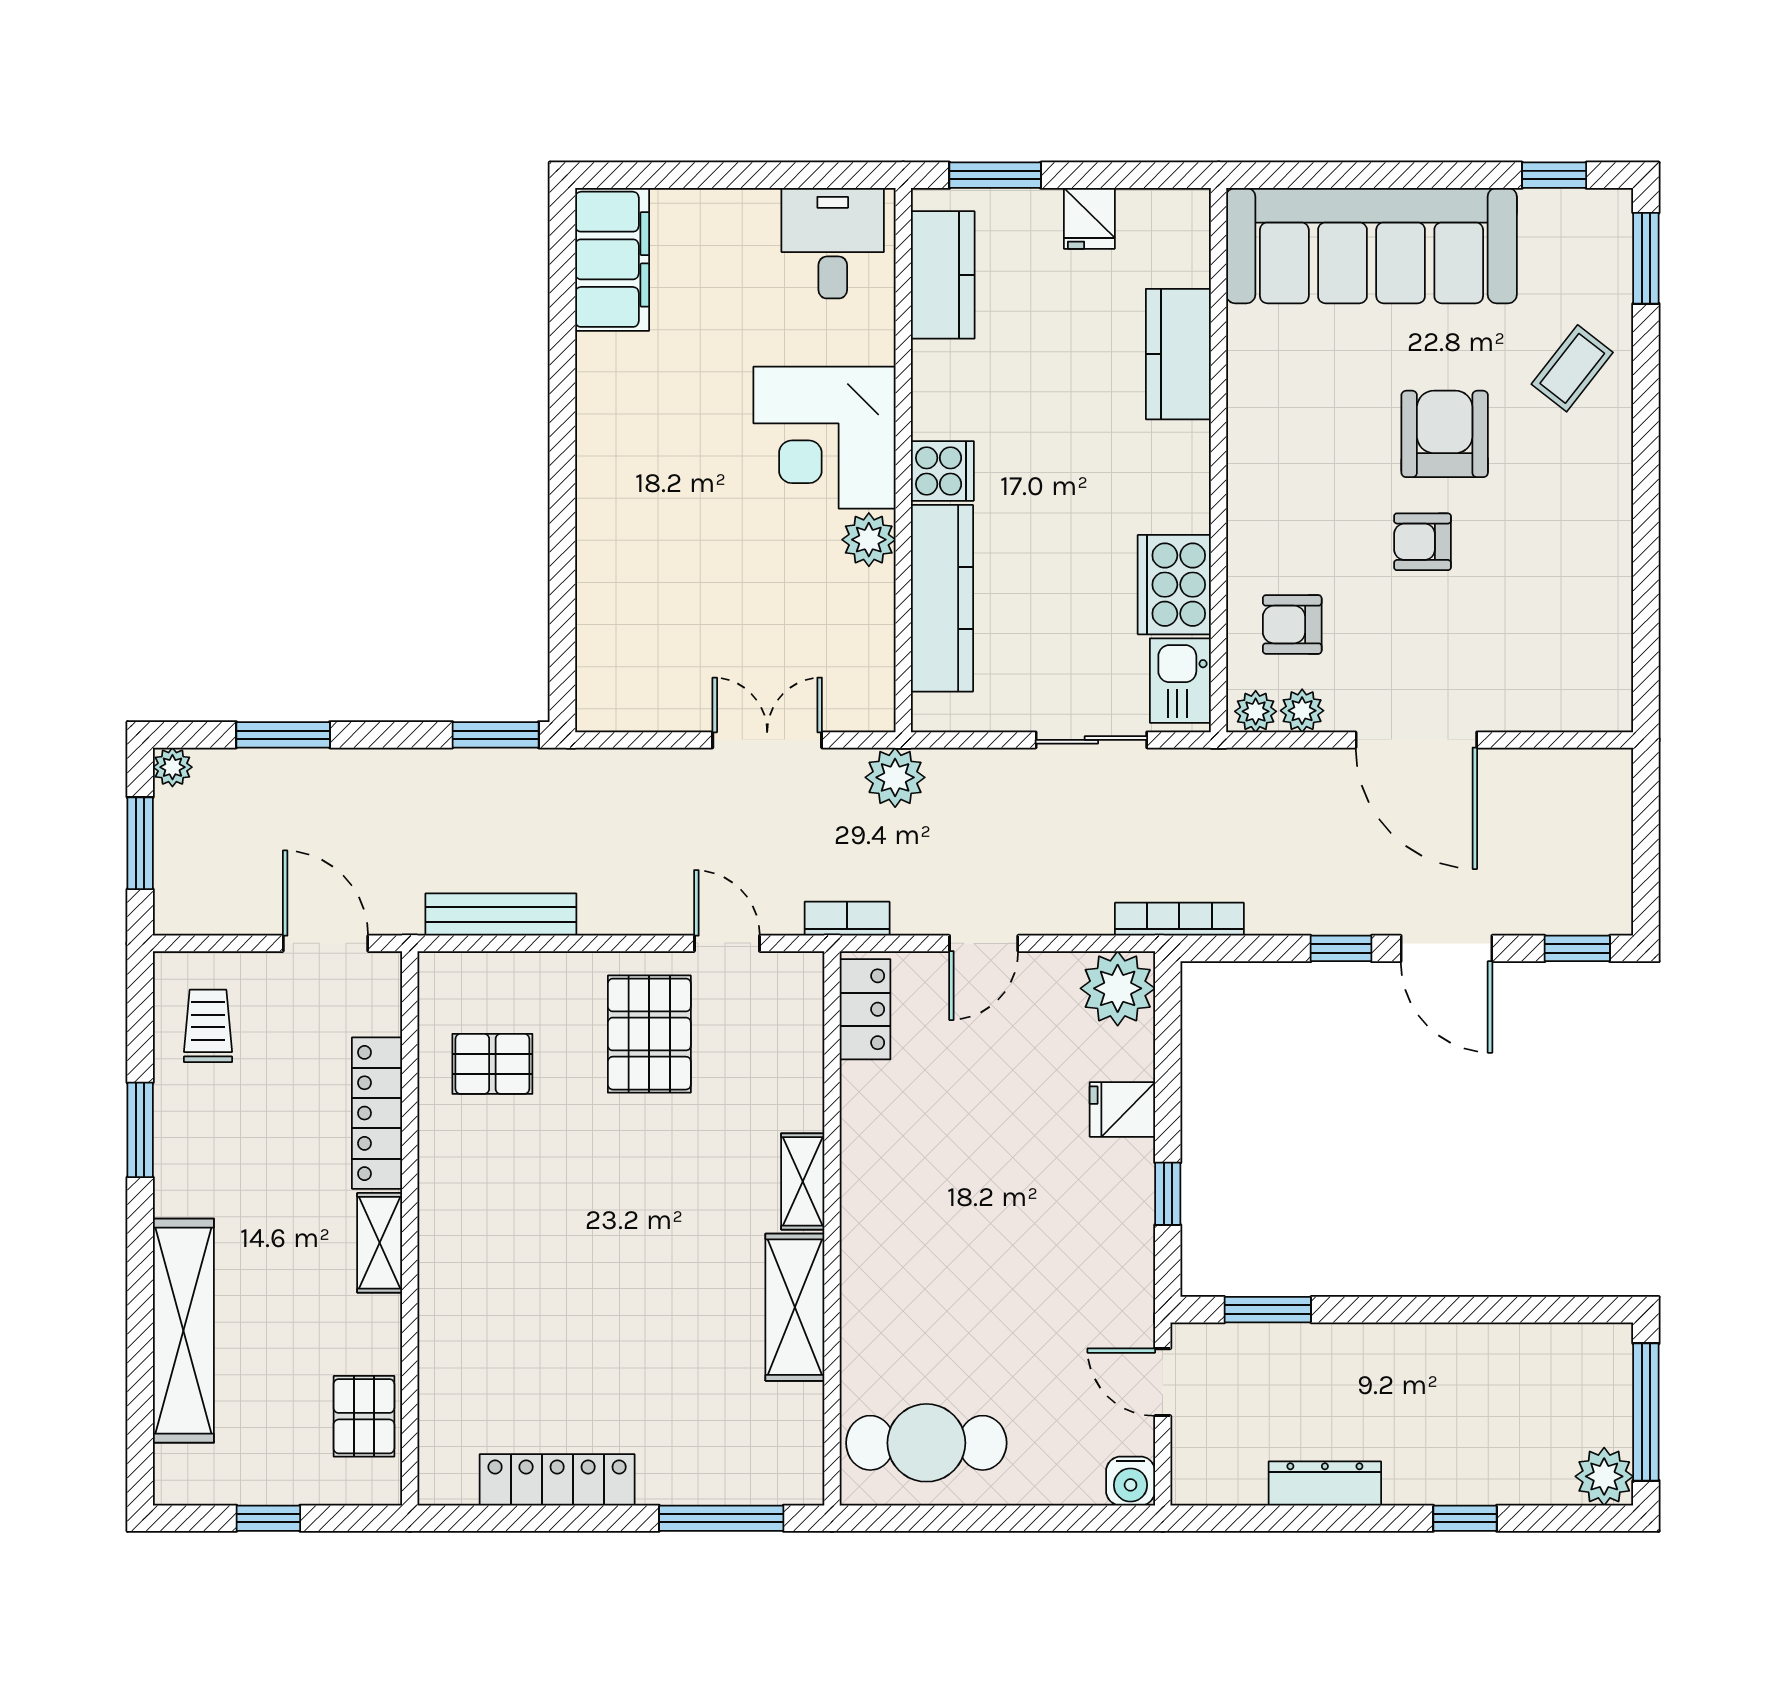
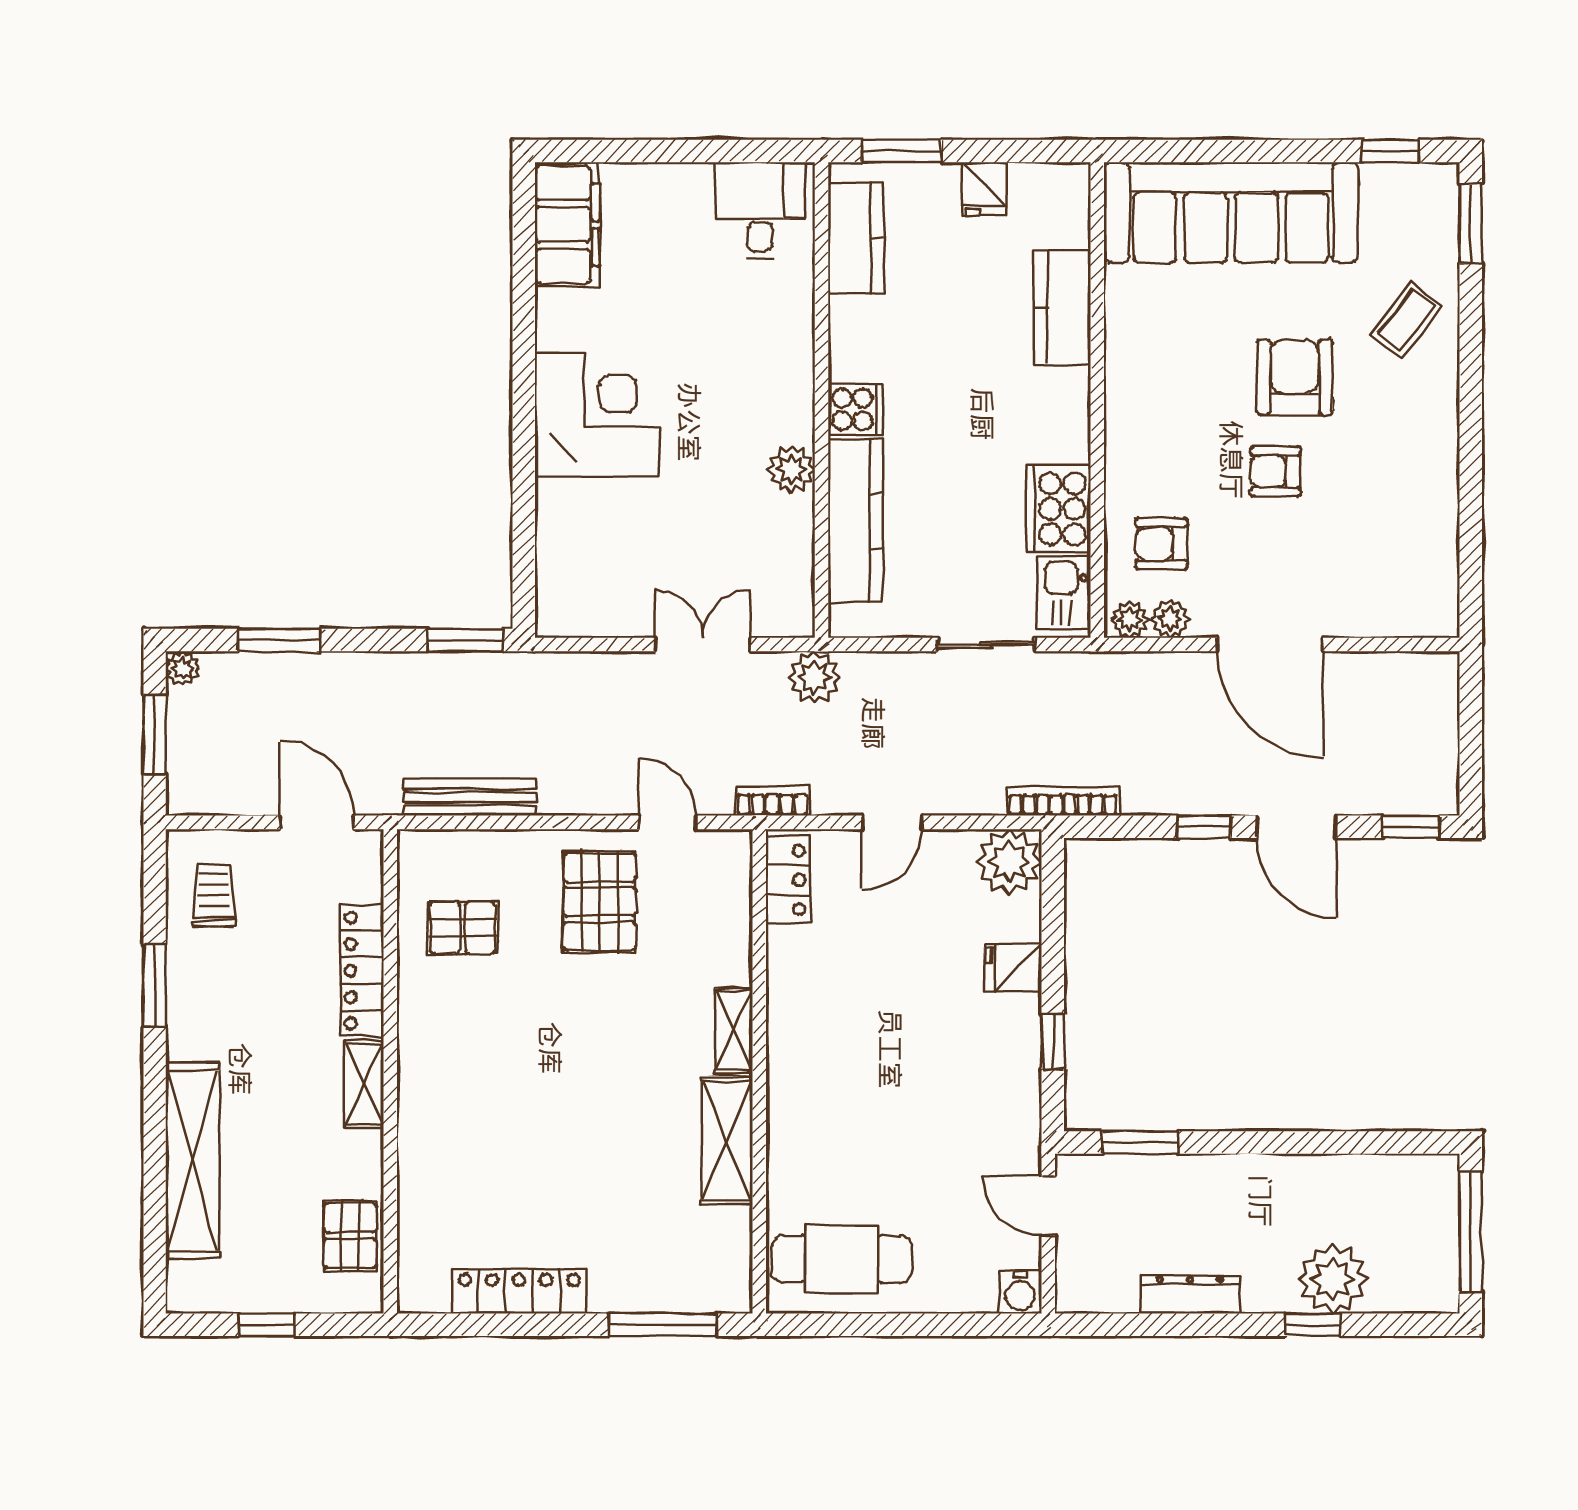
corner desk: (825, 438) -> (597, 415), moved, turned 180
plant: (1604, 1476) -> (1333, 1279), moved, width x1.36, depth x1.36

